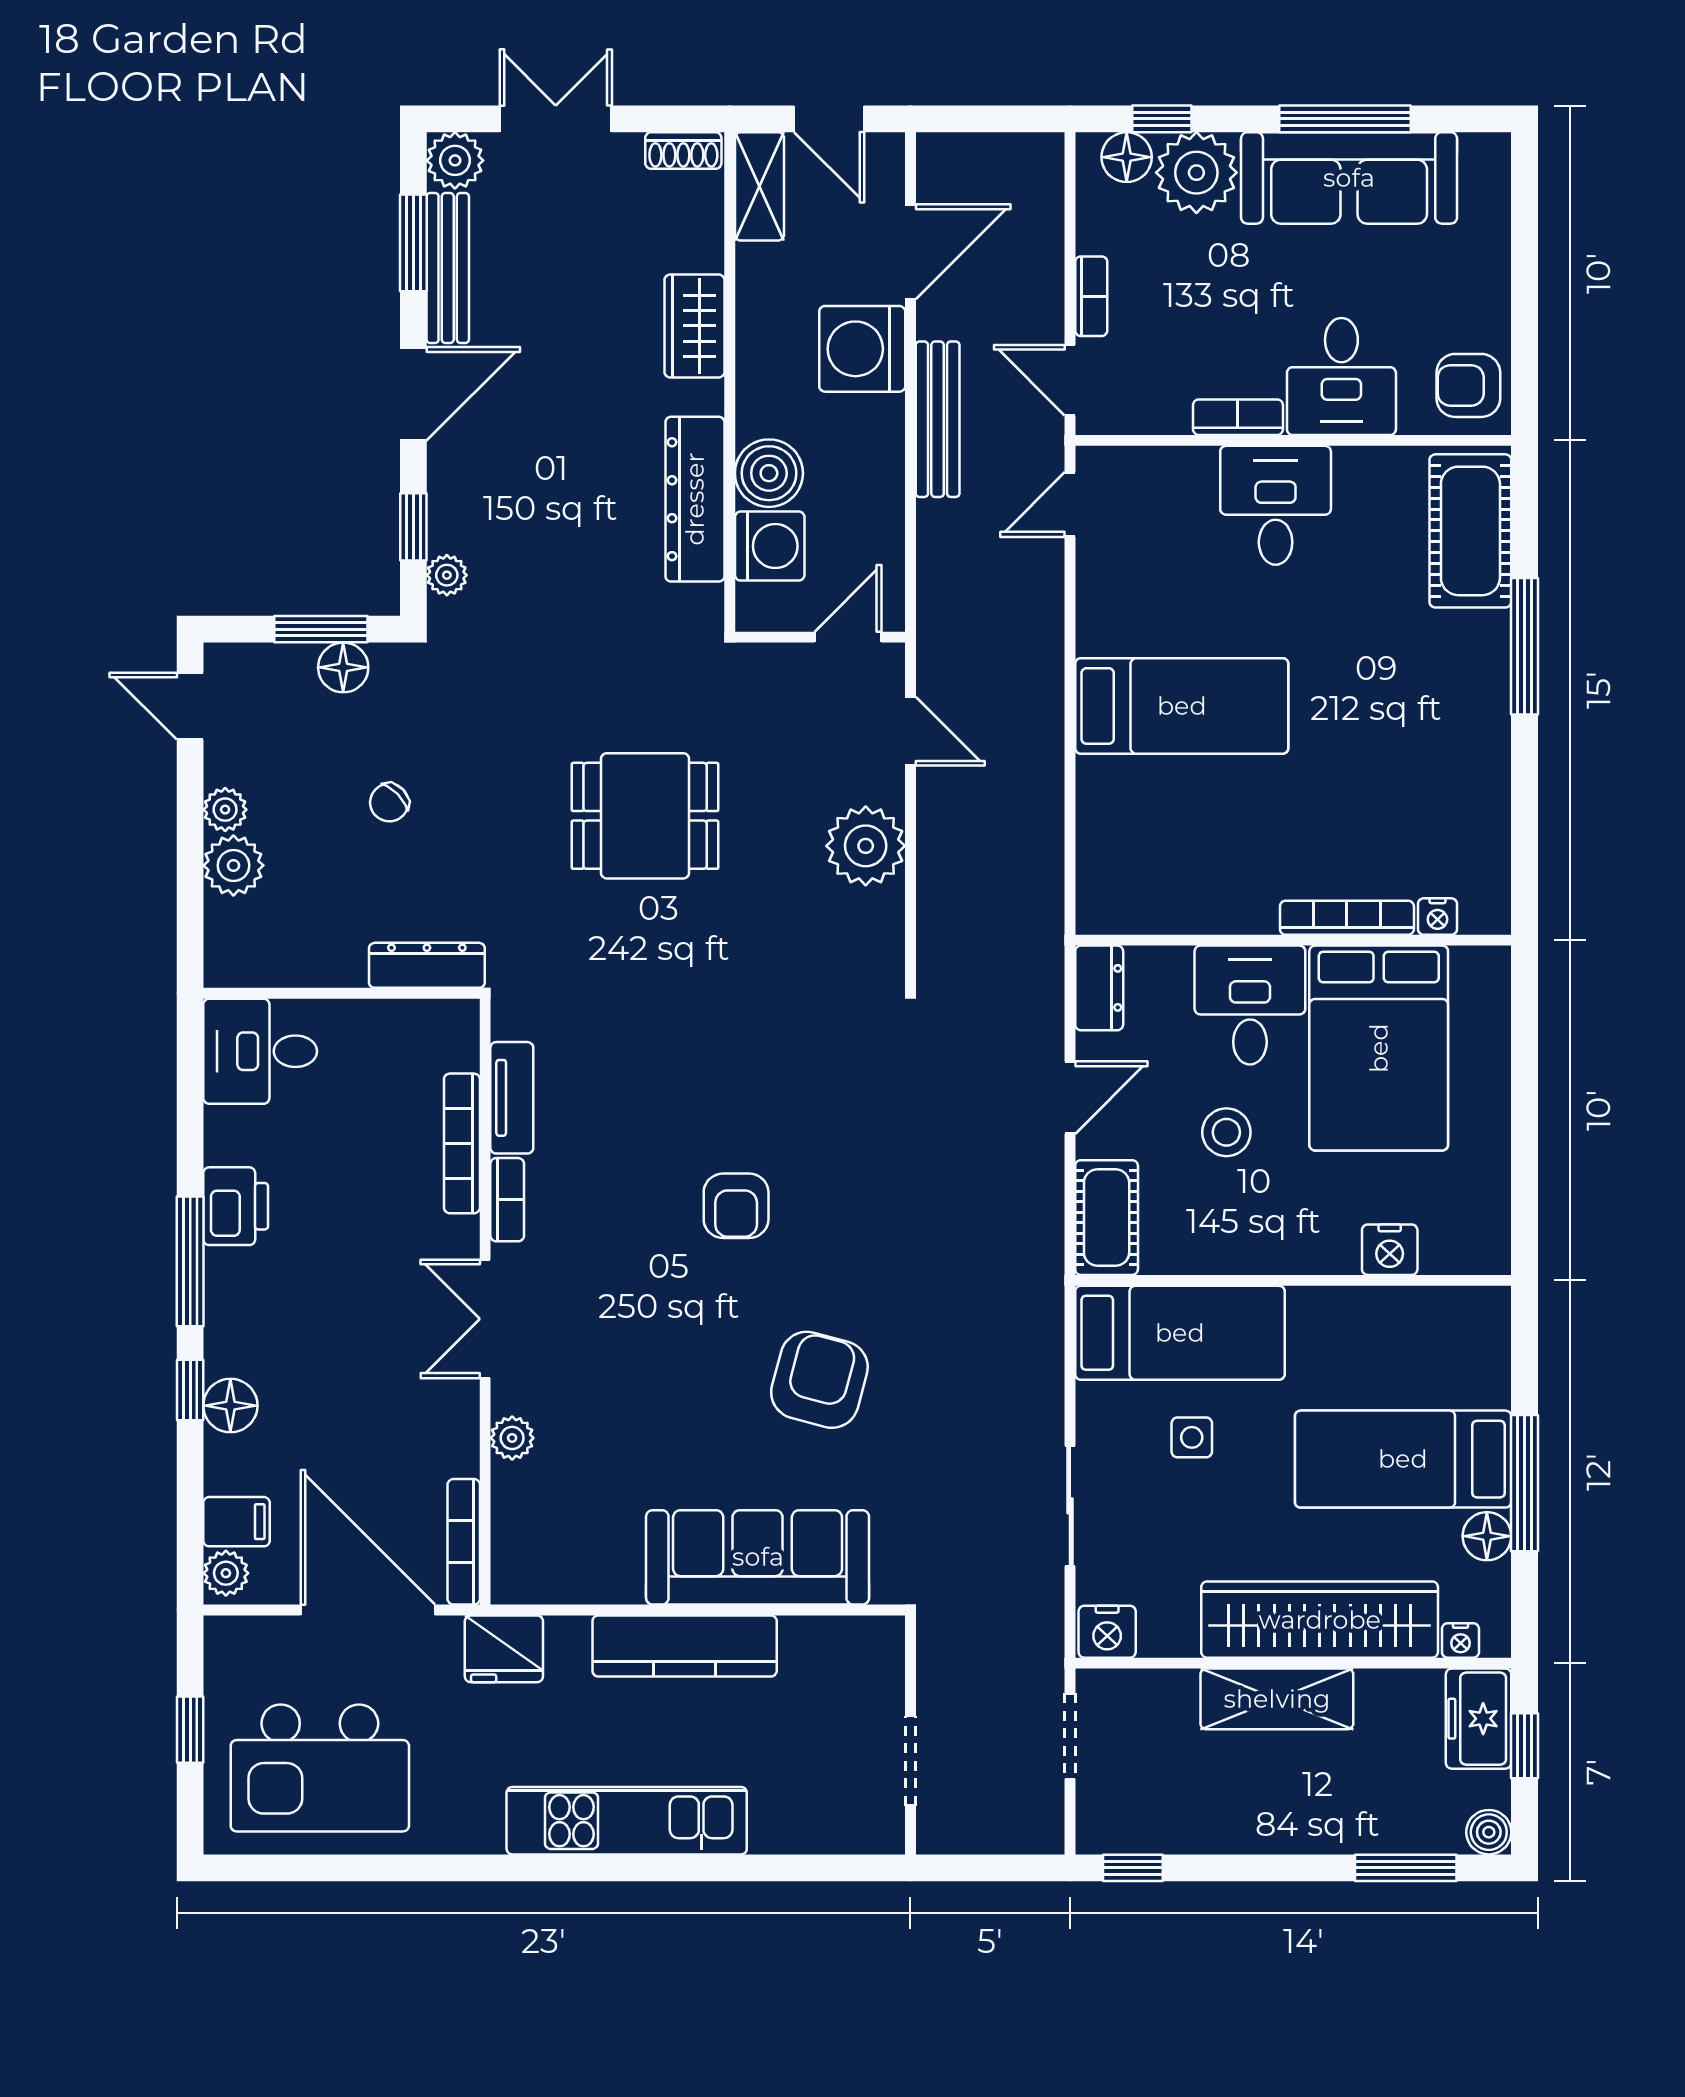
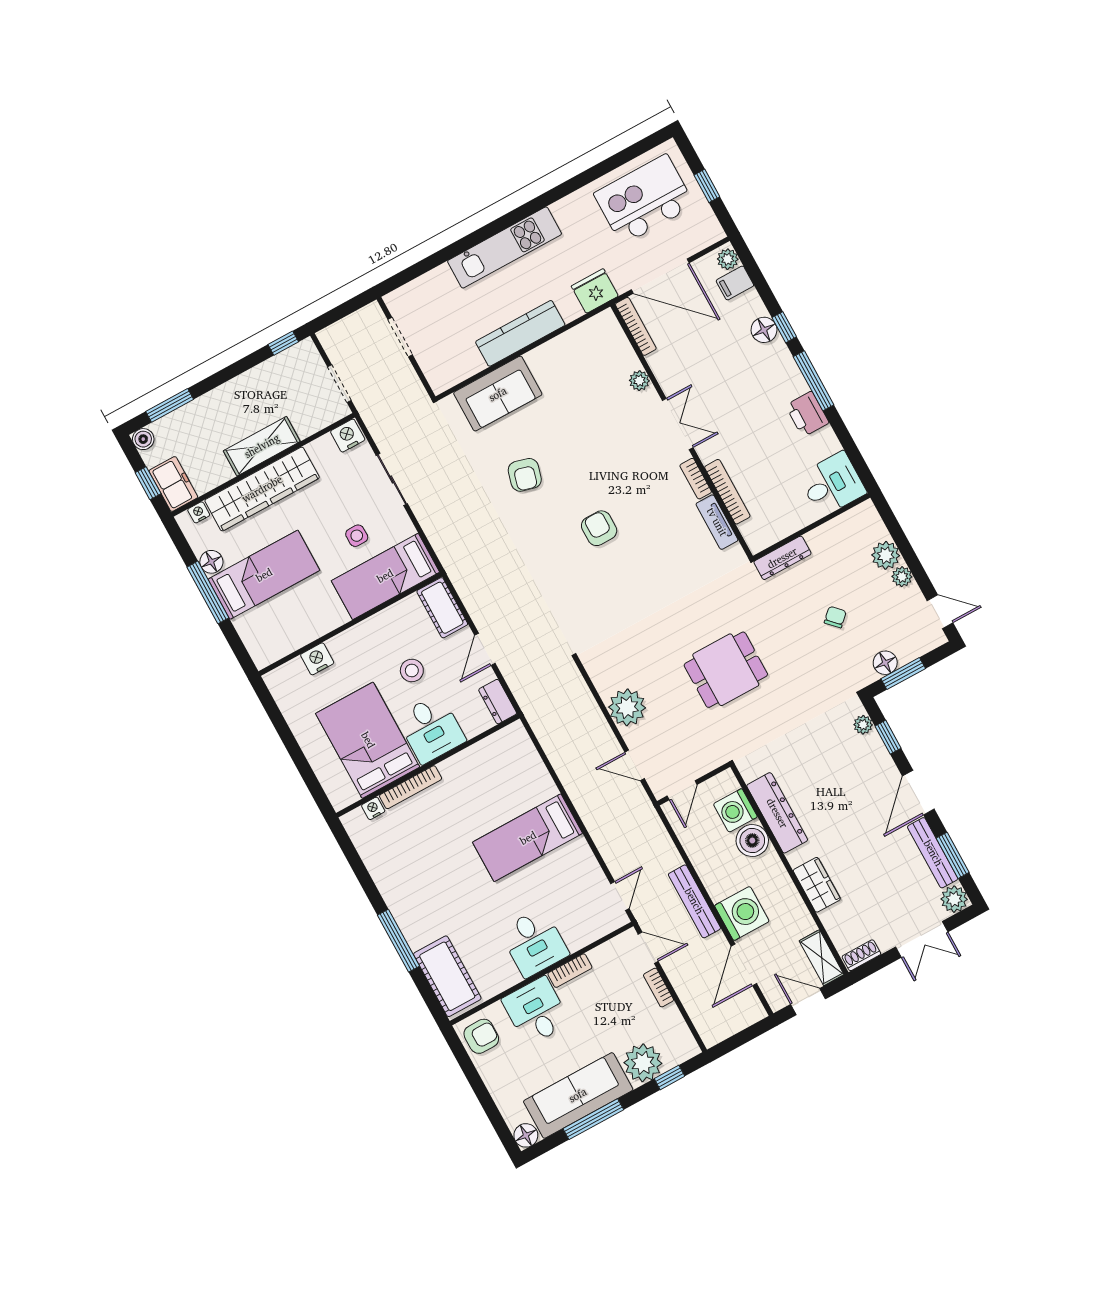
floor lamp: (1127, 157) -> (526, 1135), moved
armchair: (819, 1380) -> (525, 475), width x0.72, depth x0.72
sofa: (758, 1557) -> (498, 394), width x0.73

